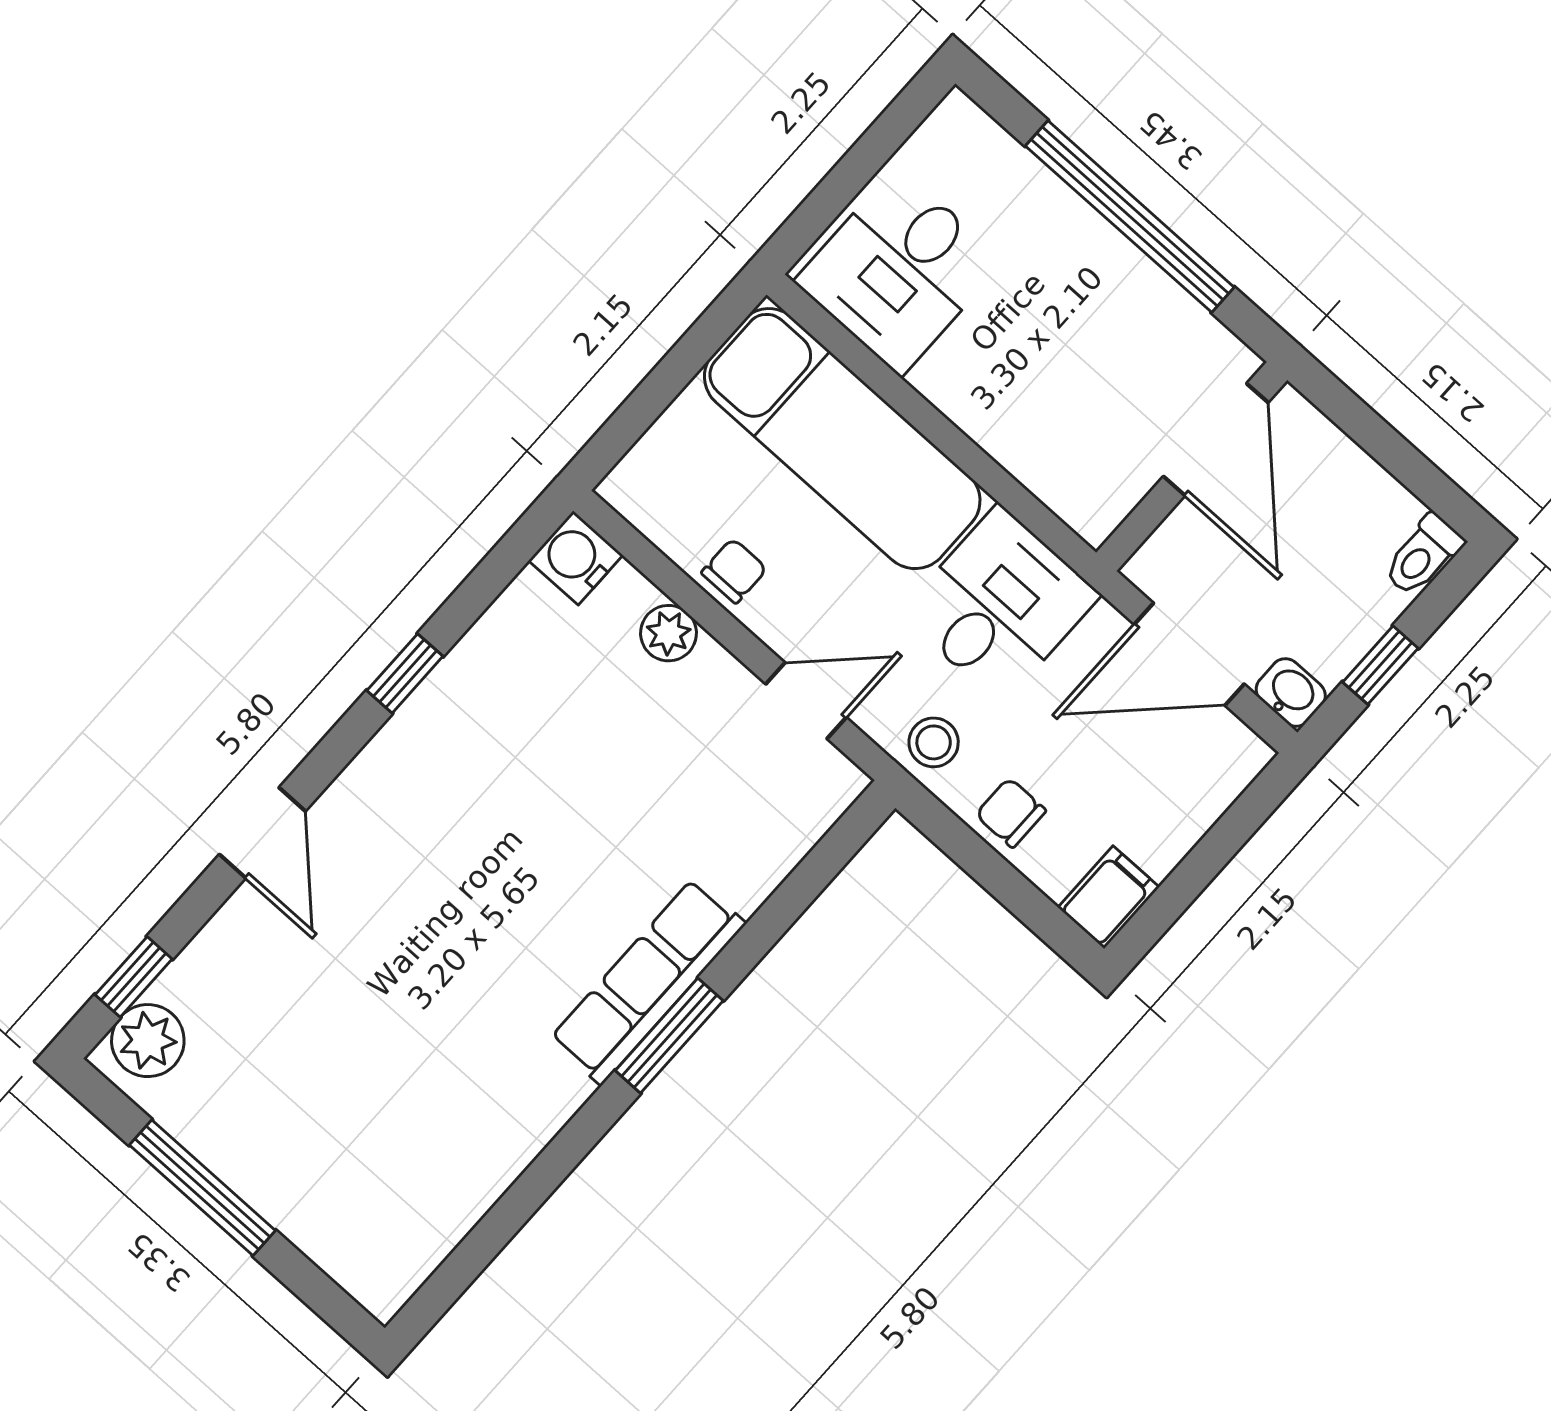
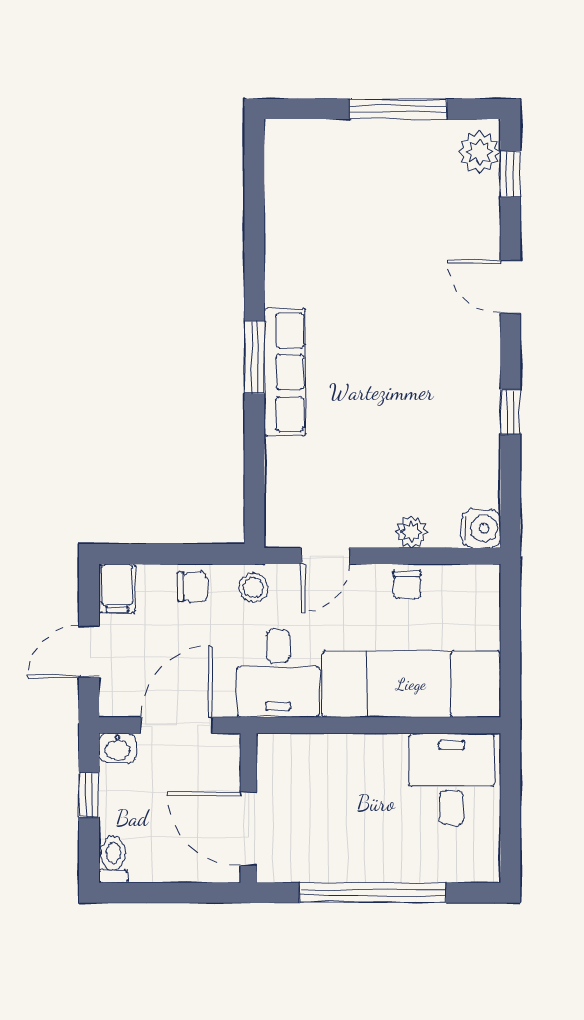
door: (1217, 848) -> (89, 652), added

